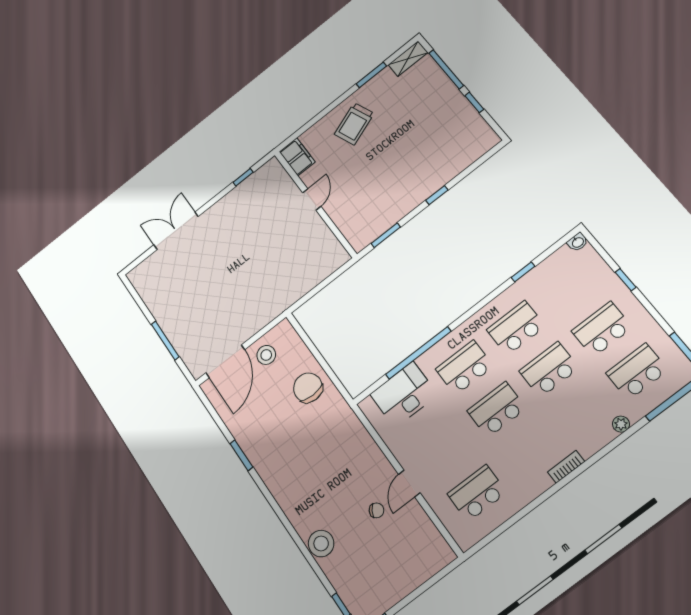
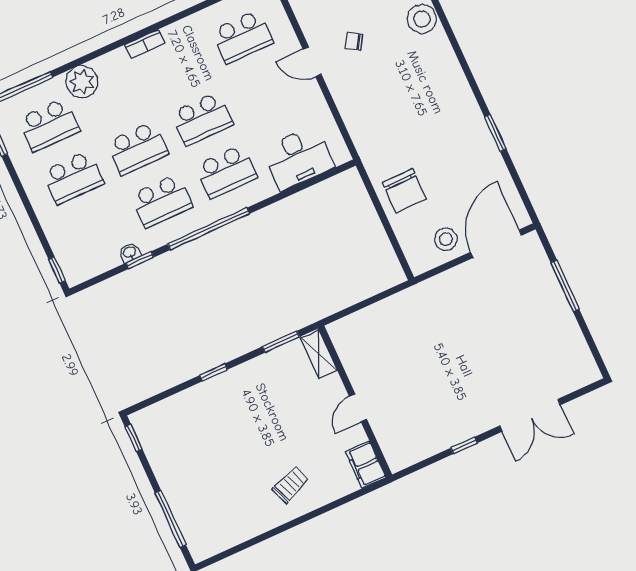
shelving: (408, 59) -> (319, 354), moved, turned 90
window: (371, 75) -> (258, 539), removed
window: (474, 102) -> (134, 438), moved
trolley: (354, 124) -> (290, 485), width x0.73, depth x0.72
window: (243, 177) -> (464, 445), moved
washbasin: (578, 242) -> (130, 252), moved
window: (626, 280) -> (57, 270), moved
window: (418, 353) -> (209, 229), moved
plant: (621, 424) -> (82, 82), width x1.87, depth x1.87
door: (409, 484) -> (312, 62), swing flipped

